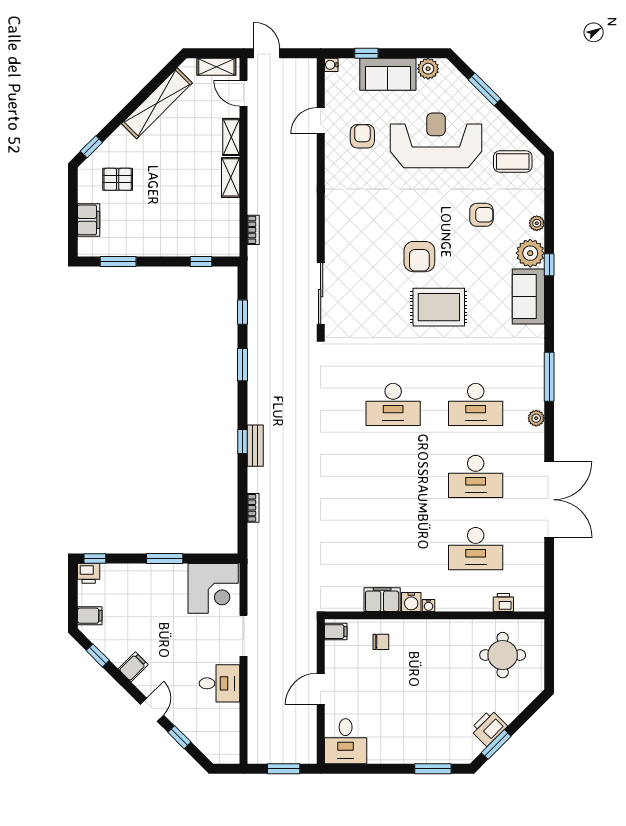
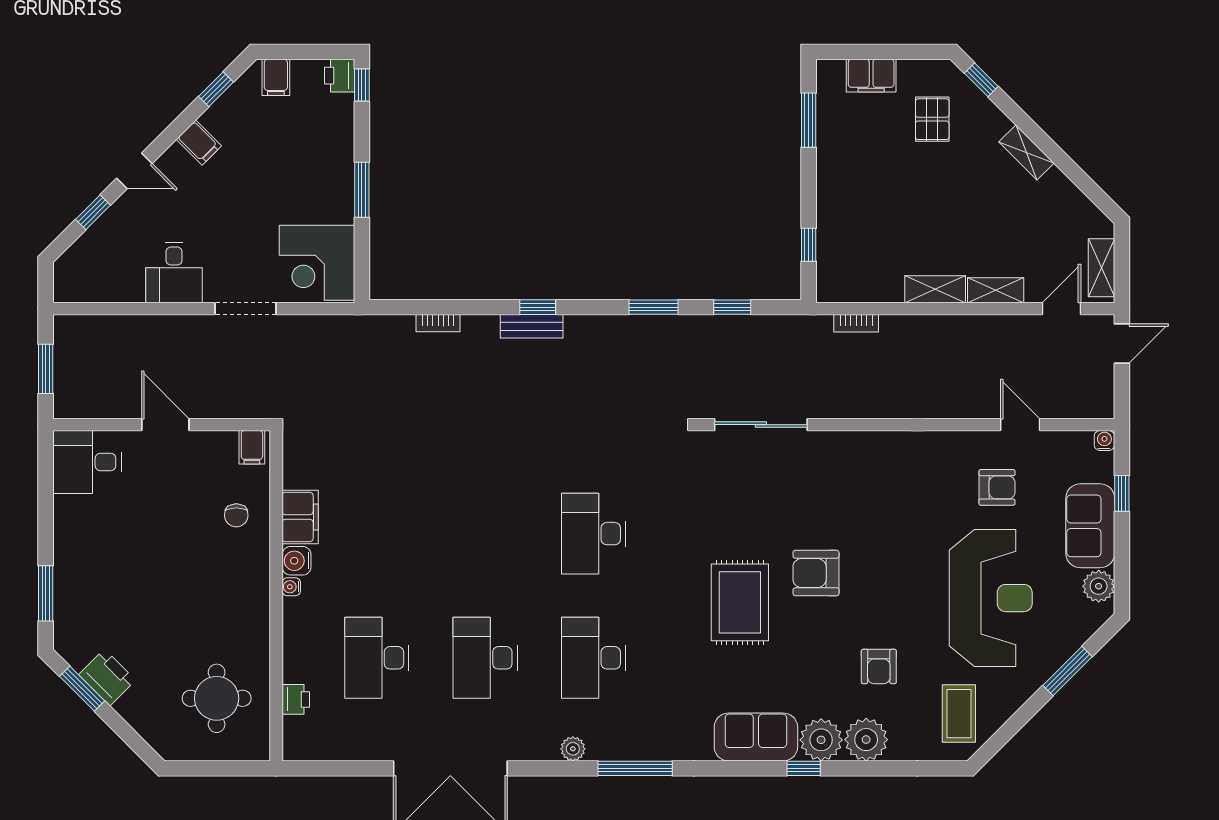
shelving: (157, 103) -> (1026, 152), width x0.45, depth x0.75
plant: (537, 223) -> (866, 740), width x1.87, depth x1.87

